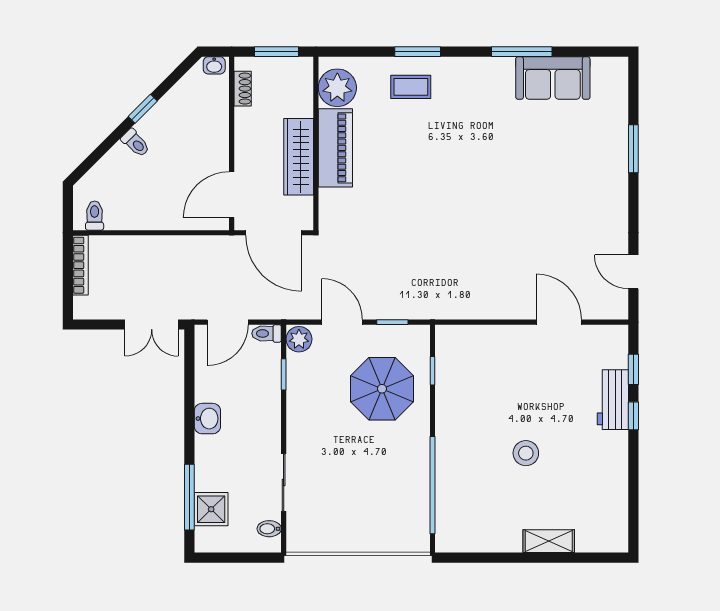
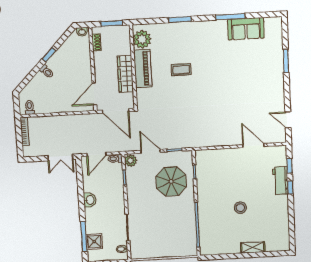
coffee table: (411, 87) -> (181, 70), moved

